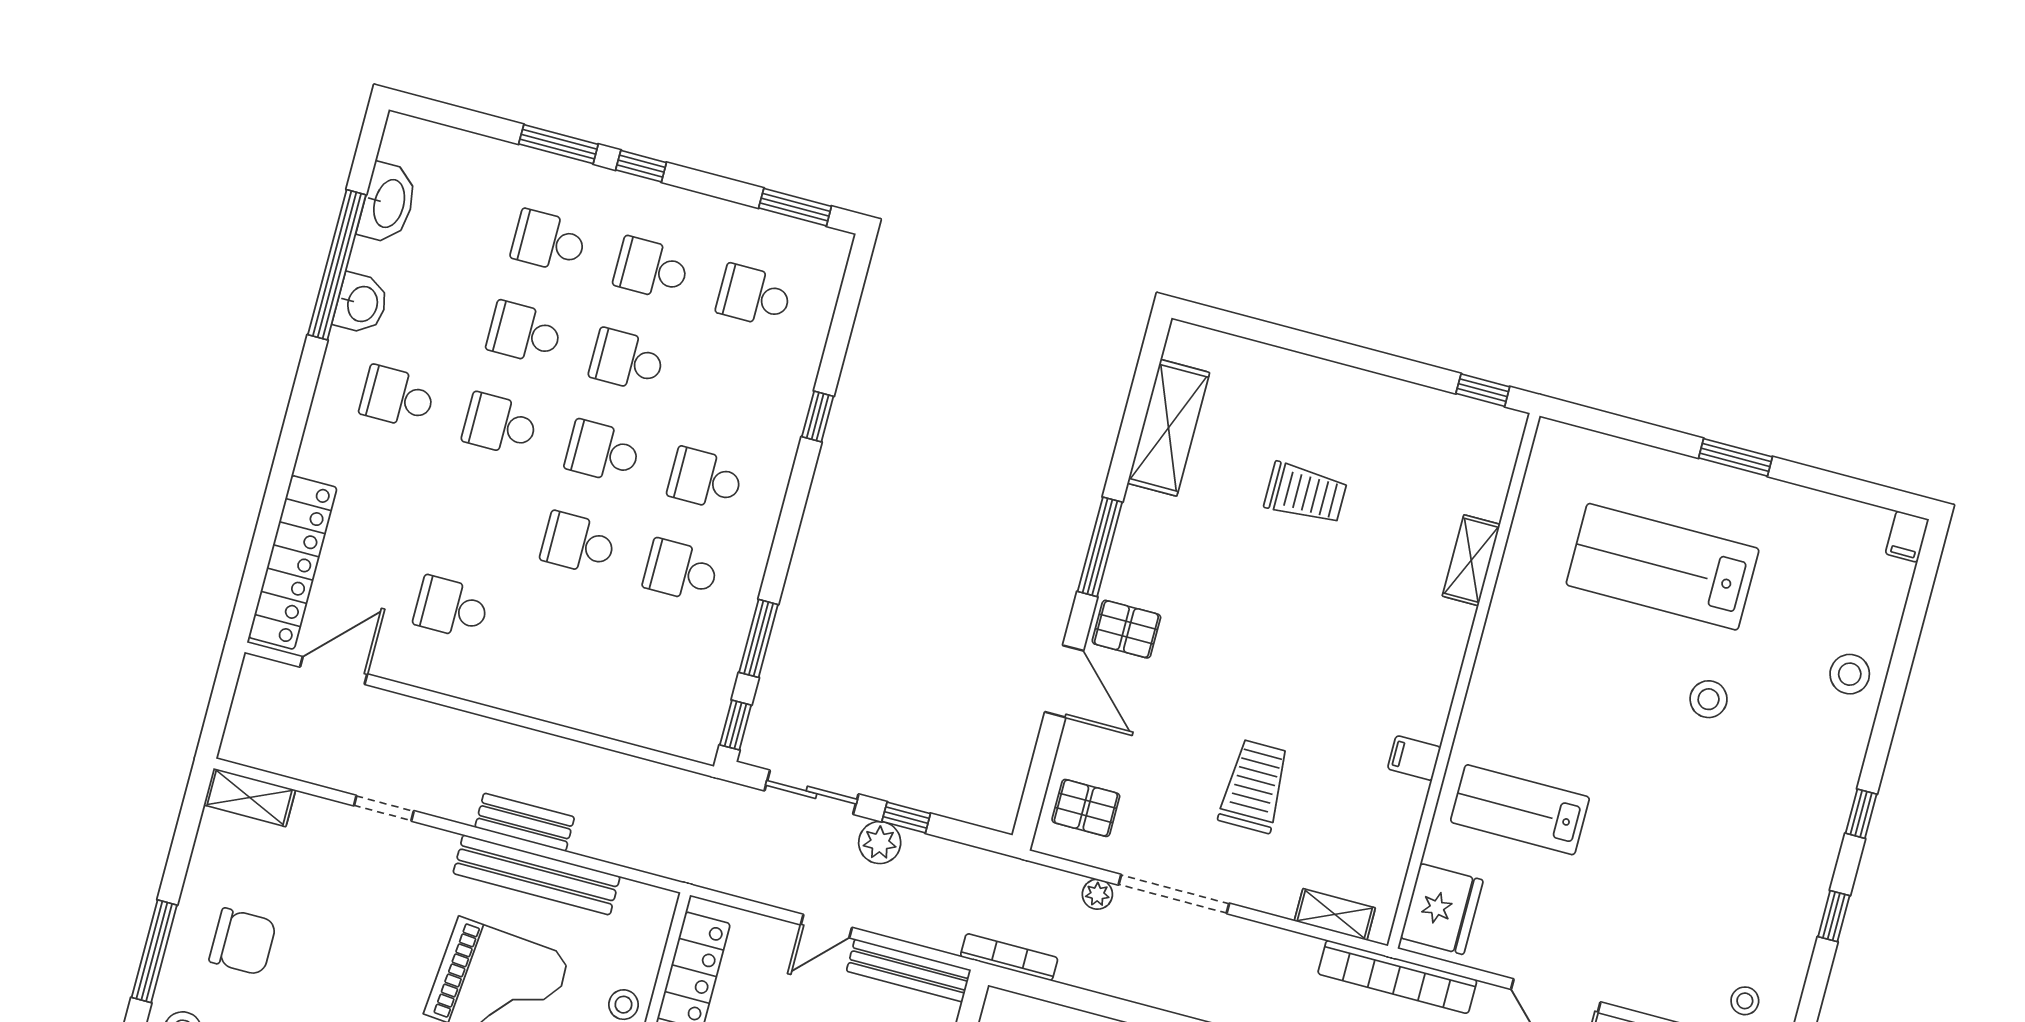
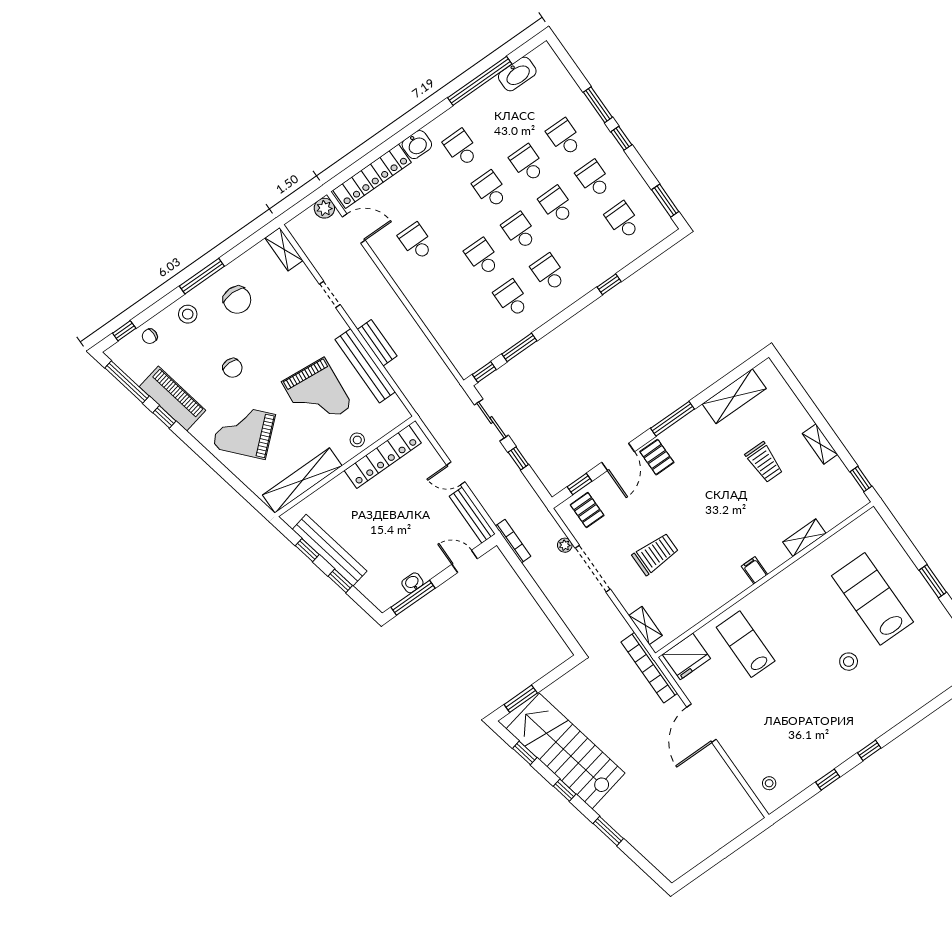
washbasin: (361, 304) -> (417, 145), moved
shelving: (1370, 389) -> (820, 444), added
stool: (1850, 674) -> (908, 696), removed
filing cabinet: (1414, 758) -> (754, 570), moved
window: (1039, 776) -> (580, 484), added
plant: (880, 843) -> (324, 208), moved

